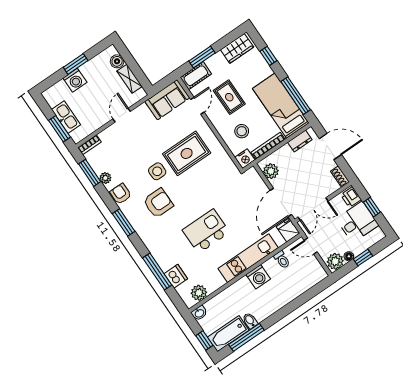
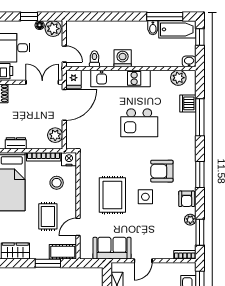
sofa: (167, 100) -> (112, 248), moved
rug: (187, 153) -> (112, 195), turned 90

